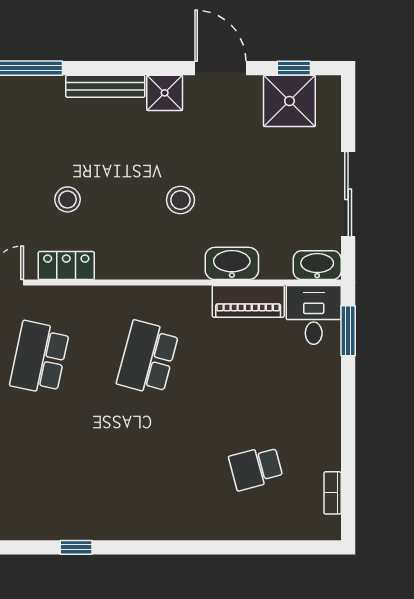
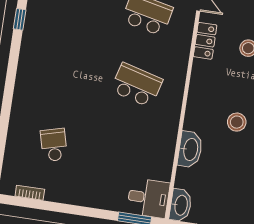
piano: (248, 301) -> (164, 156), removed

